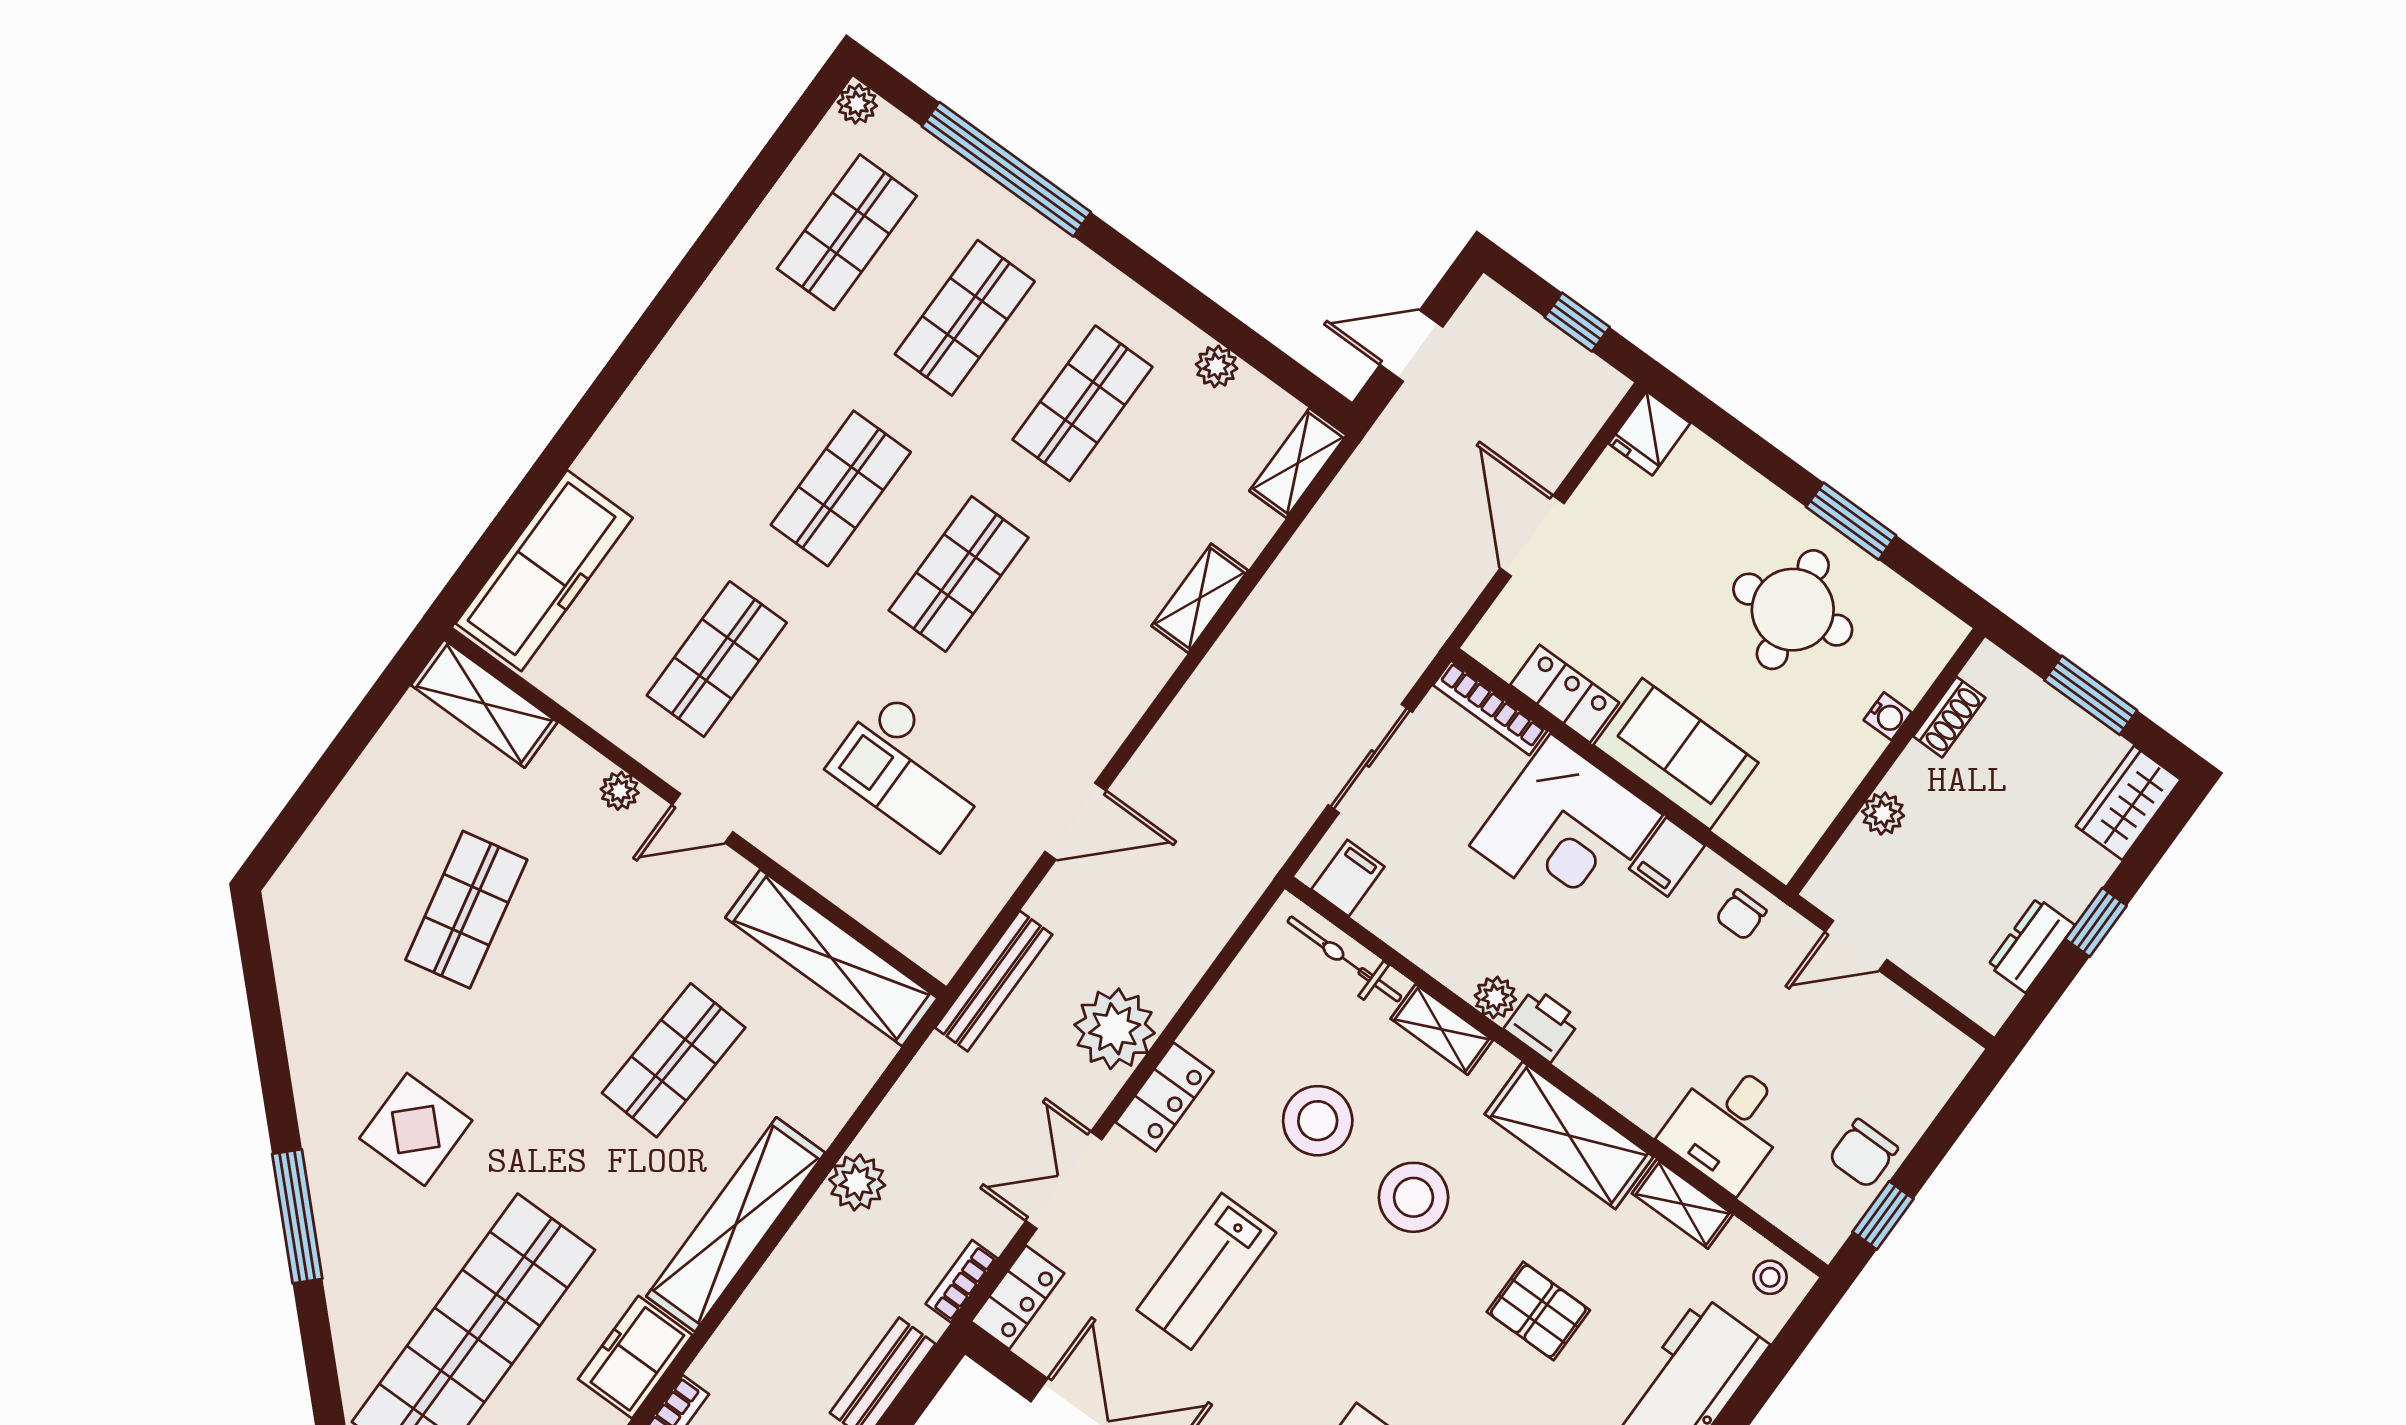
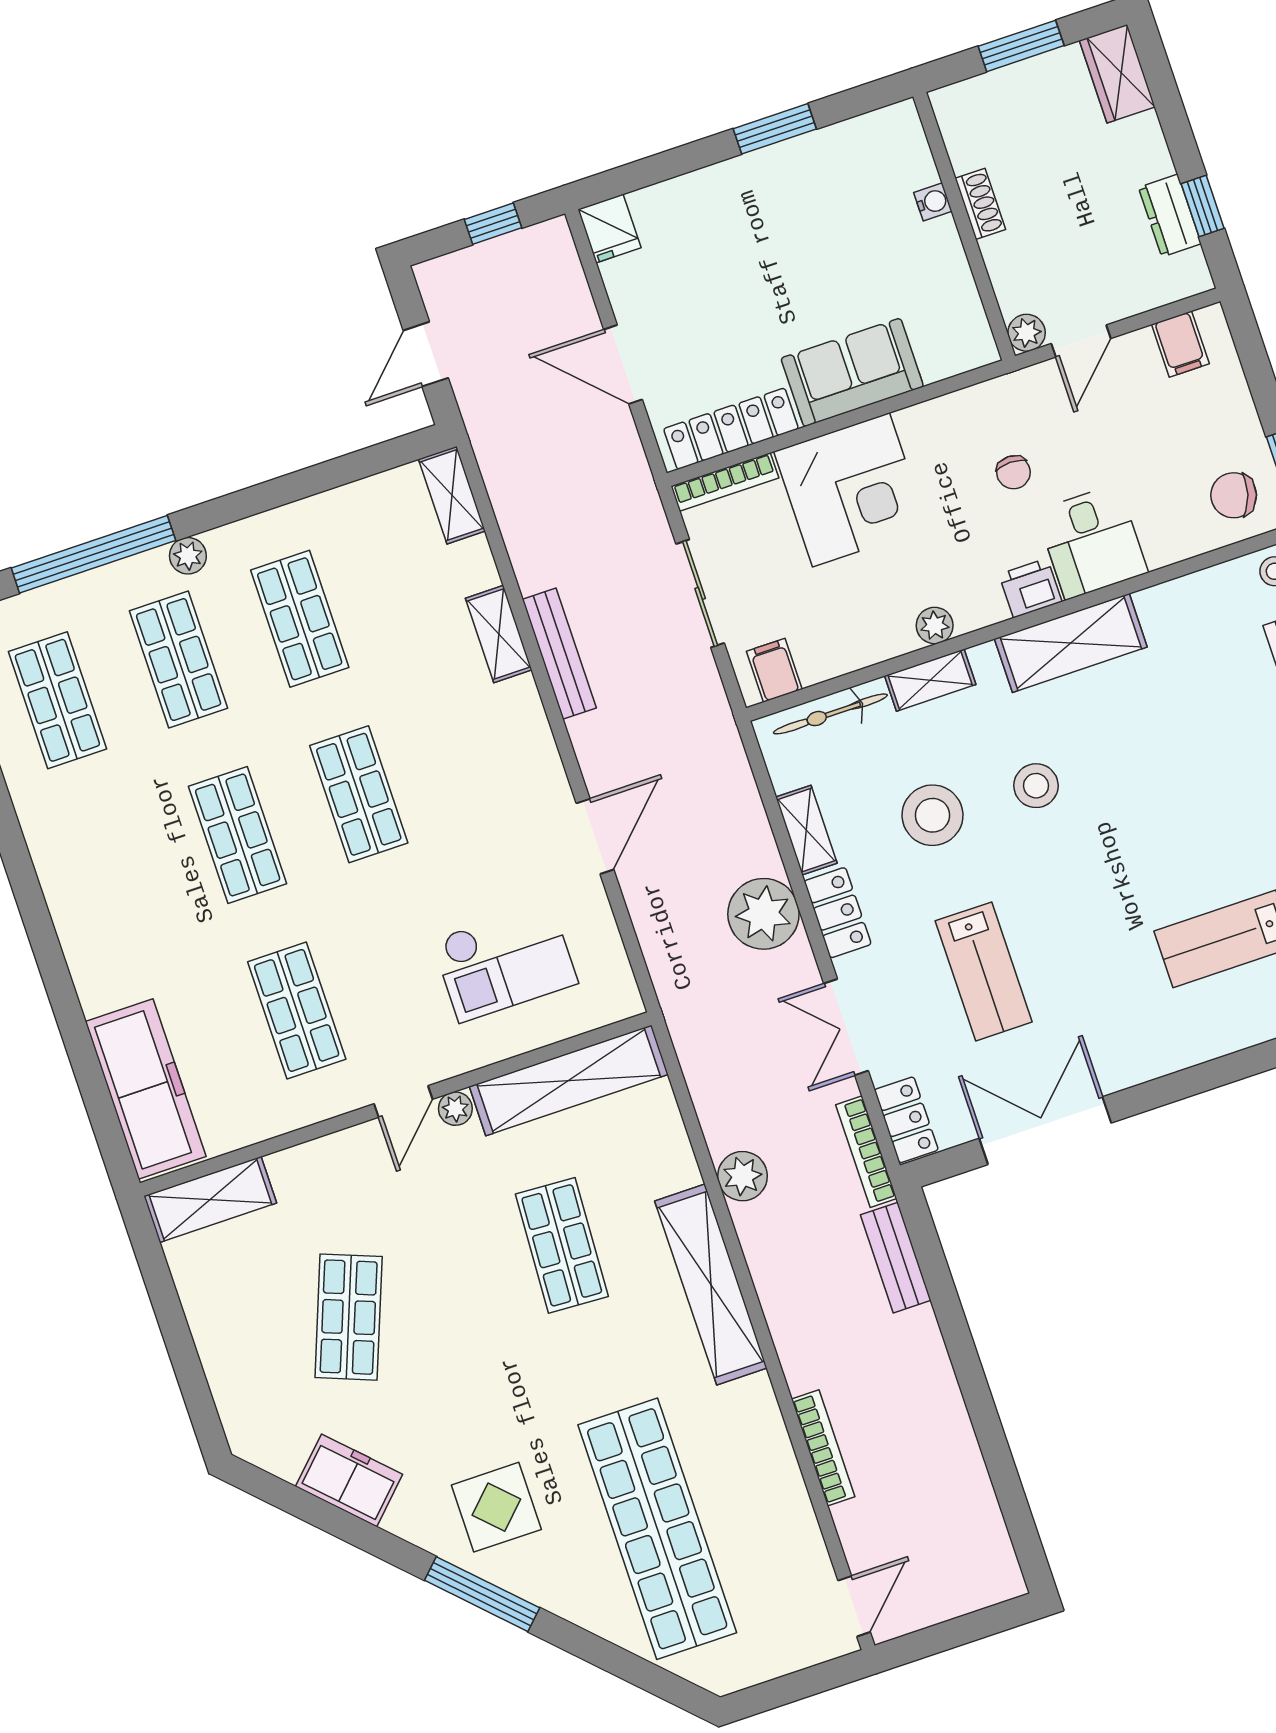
plant: (1217, 366) -> (188, 556), moved
round table: (1793, 610) -> (808, 216), removed
locker: (1565, 694) -> (731, 429), width x1.53
shoe rack: (1949, 717) -> (980, 204), moved
checkout: (912, 771) -> (505, 962), moved
plant: (620, 791) -> (455, 1109), moved
plant: (1883, 814) -> (1027, 333), moved
filing cabinet: (1667, 857) -> (1180, 344), moved
shop shelf: (466, 910) -> (349, 1317), turned 33
chair: (1741, 915) -> (1013, 472), moved
window: (2096, 922) -> (1203, 206), moved
bench: (994, 981) -> (559, 654), moved
printer: (1542, 1025) -> (1030, 588), moved
desk: (1727, 1125) -> (1092, 542), moved
display table: (416, 1129) -> (496, 1507), moved
chair: (1863, 1154) -> (1234, 495), moved, turned 107
stool: (1413, 1197) -> (1036, 786), width x0.73, depth x0.73
shelving: (1682, 1204) -> (806, 830), moved, turned 90
bookcase: (962, 1281) -> (866, 1152), width x1.56
pallet: (1538, 1311) -> (1181, 754), removed
freezer: (635, 1357) -> (349, 1480), moved, turned 135

